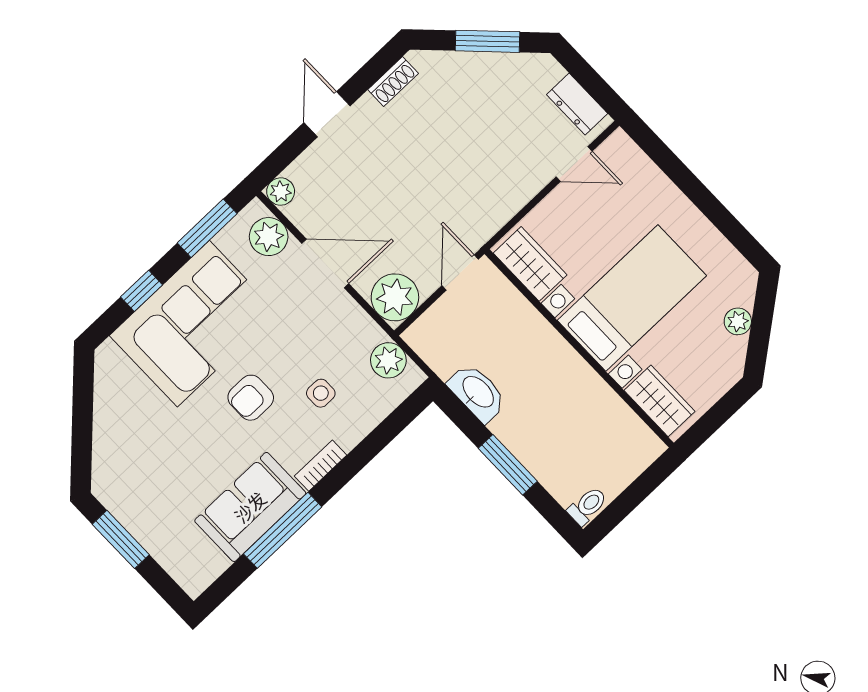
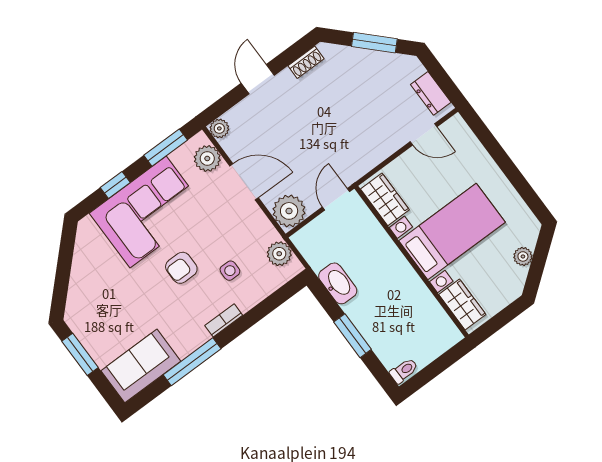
sofa: (250, 507) -> (141, 366), moved

